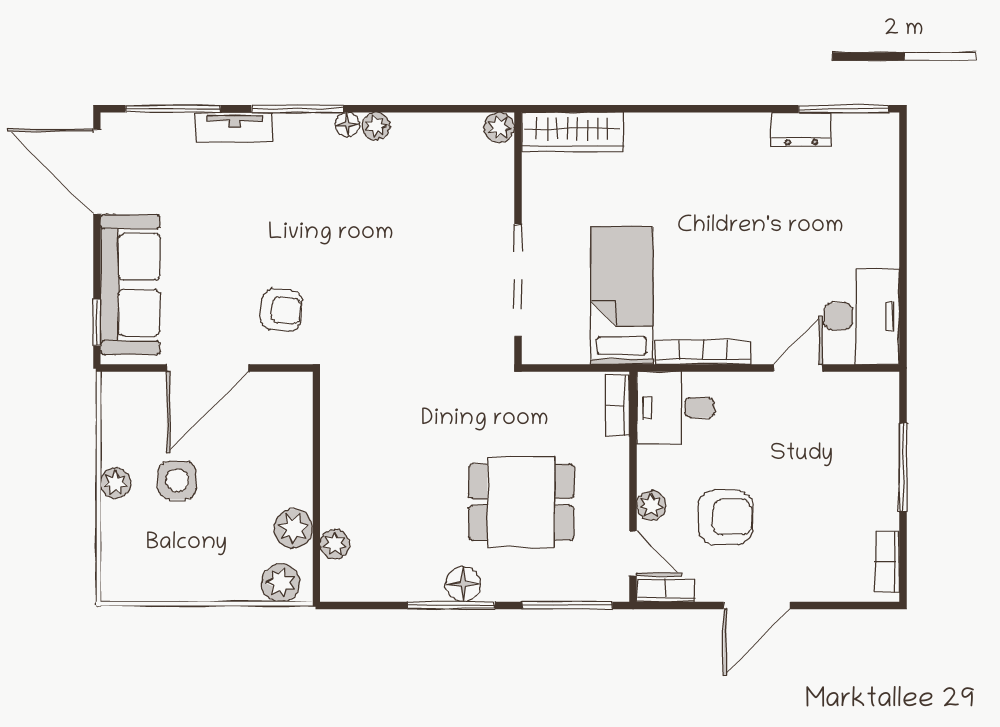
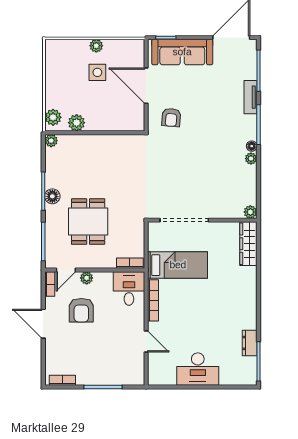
desk: (862, 316) -> (198, 369), moved
plant: (335, 544) -> (51, 141), moved

